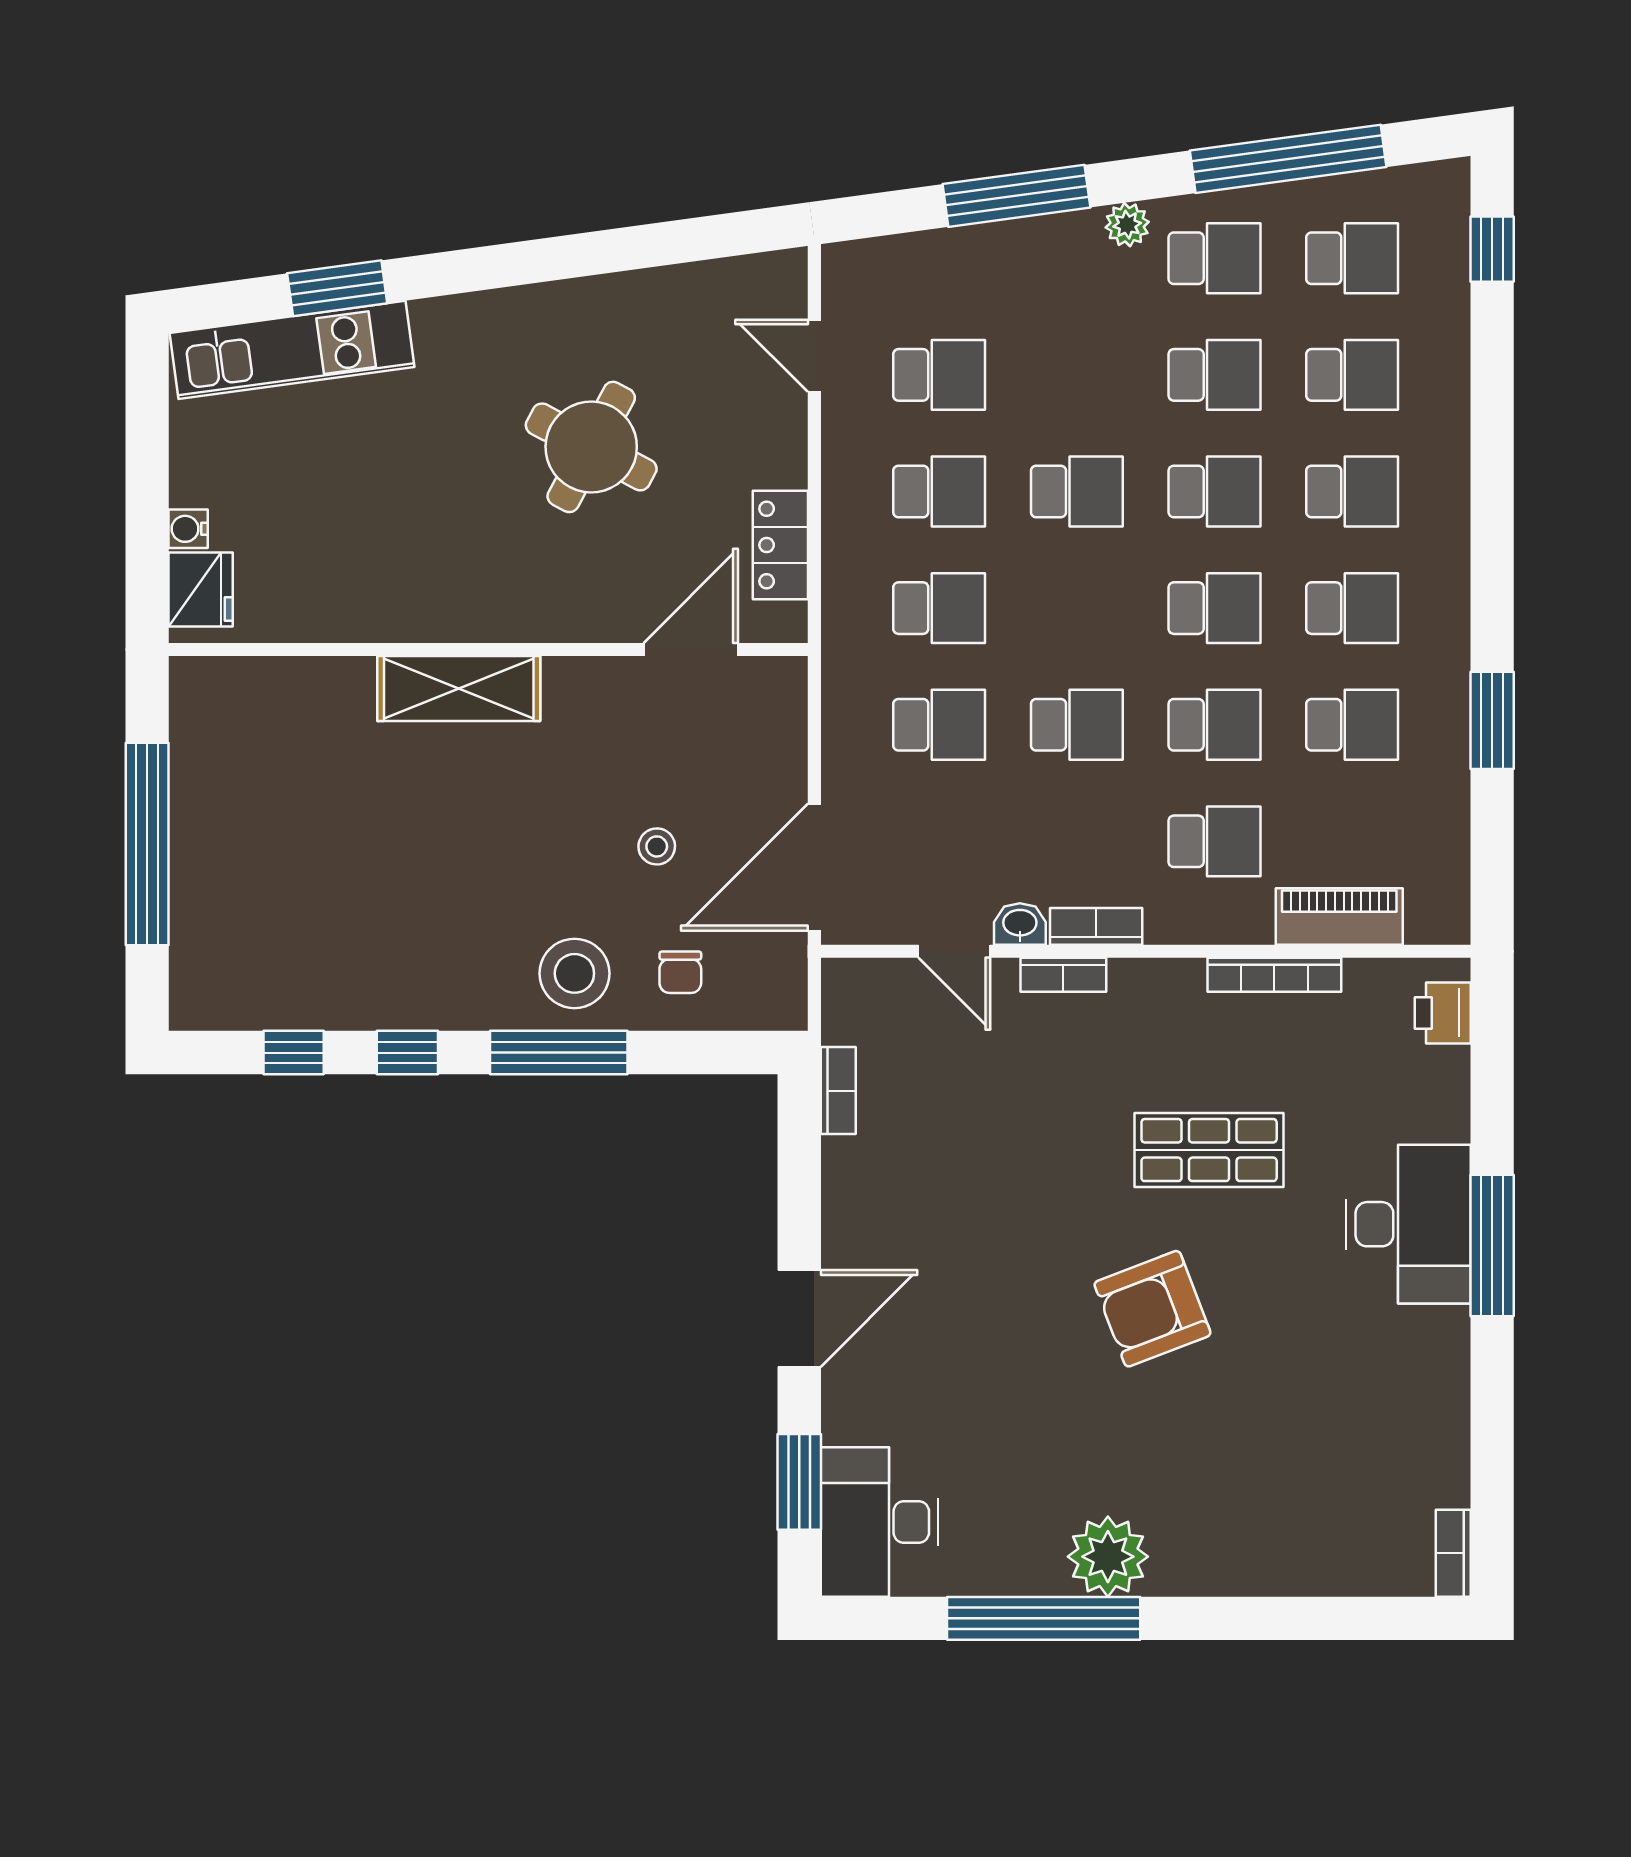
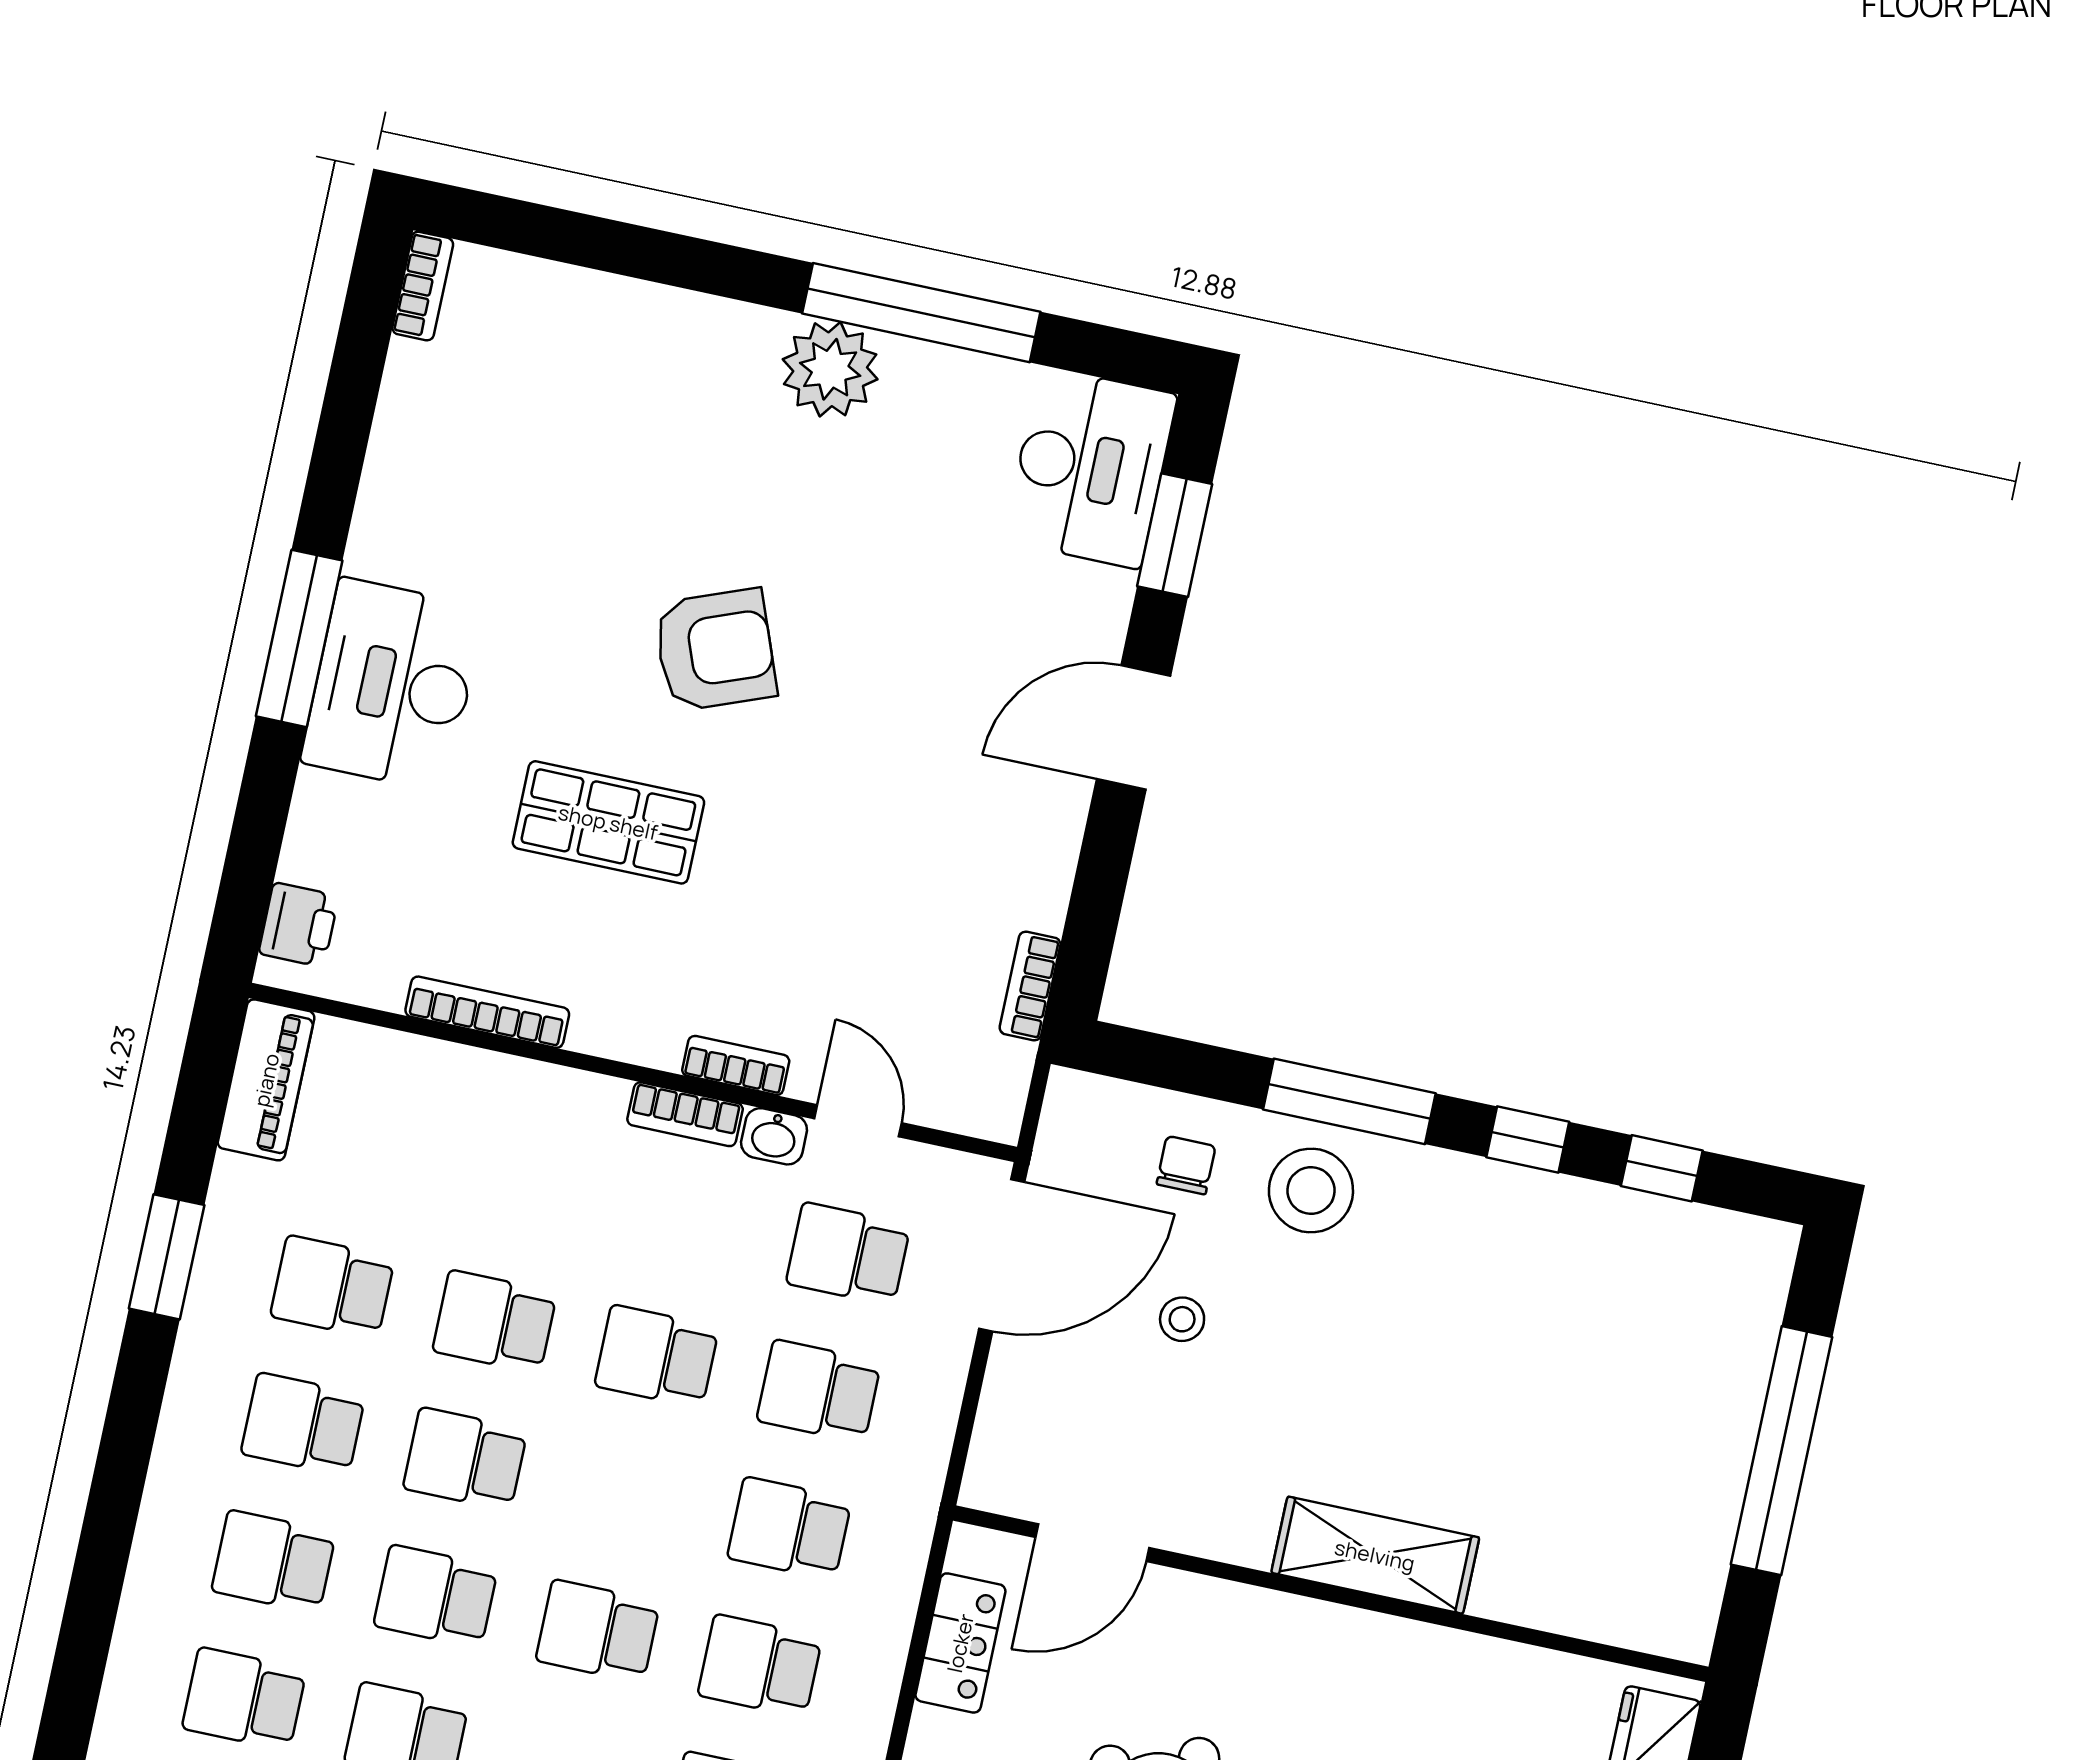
school desk: (1215, 841) -> (848, 1254), moved
piano: (1339, 916) -> (266, 1080), moved, turned -90

